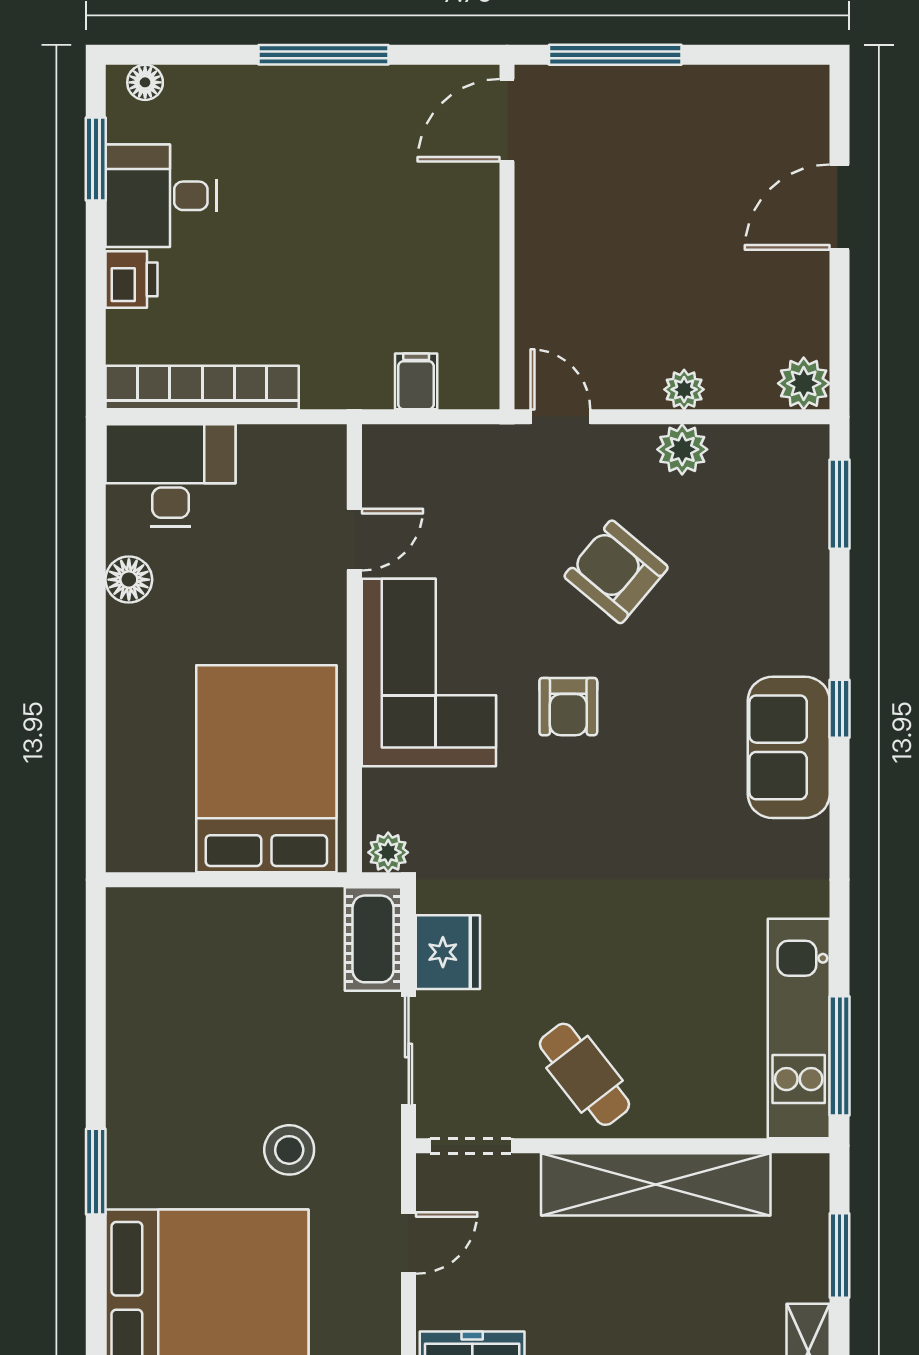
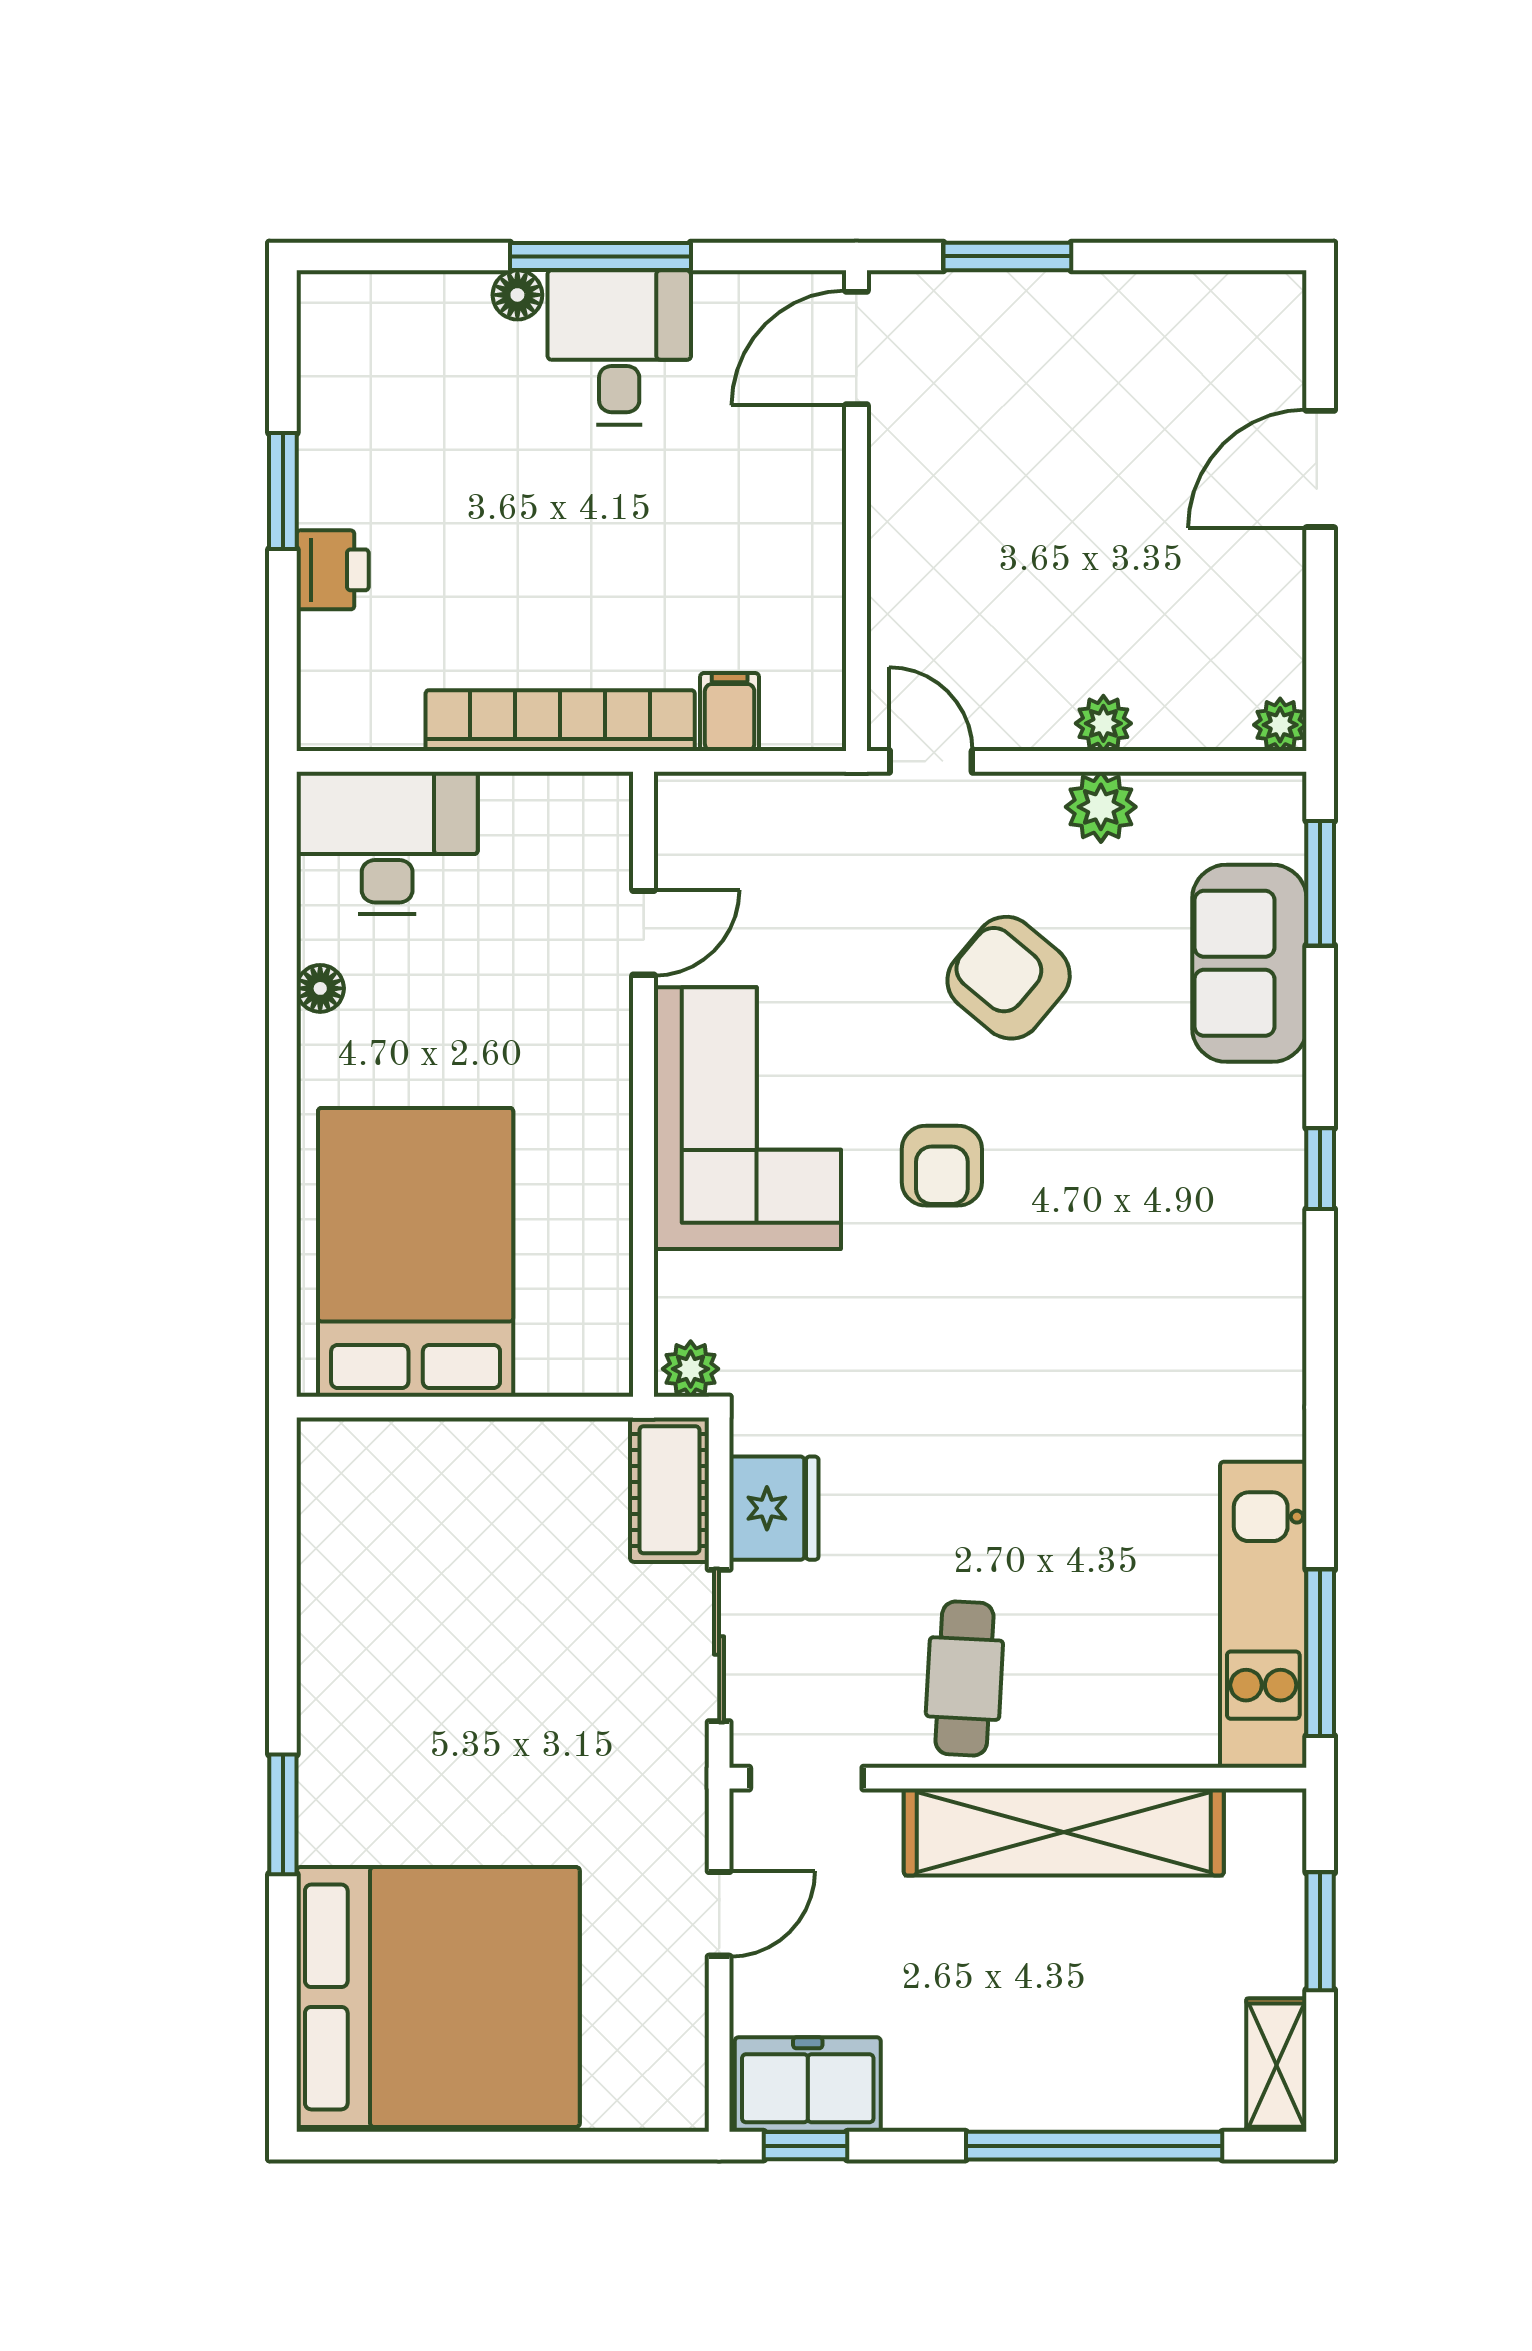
window: (615, 55) -> (1007, 256), width x0.69
floor lamp: (145, 82) -> (517, 295), moved
window: (96, 159) -> (283, 491), moved
desk: (161, 196) -> (619, 347), moved, turned 90
plant: (804, 383) -> (1280, 725), width x0.73, depth x0.73
bookcase: (202, 387) -> (560, 721), moved
floor lamp: (129, 580) -> (320, 988), width x0.73, depth x0.73
sofa: (789, 747) -> (1249, 963), moved
bed: (266, 769) -> (416, 1252), moved
cafe table: (584, 1074) -> (964, 1679), turned 41
stool: (289, 1150) -> (553, 1784), removed

